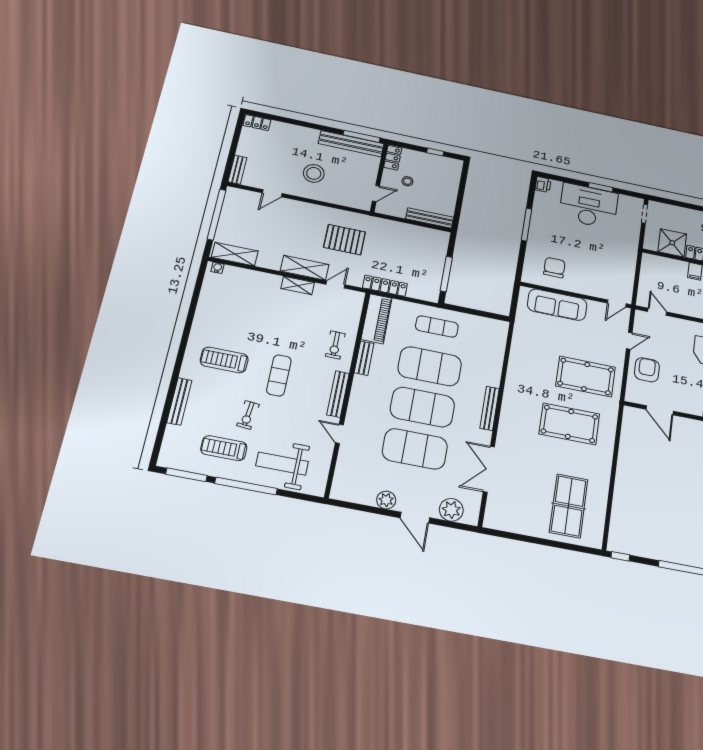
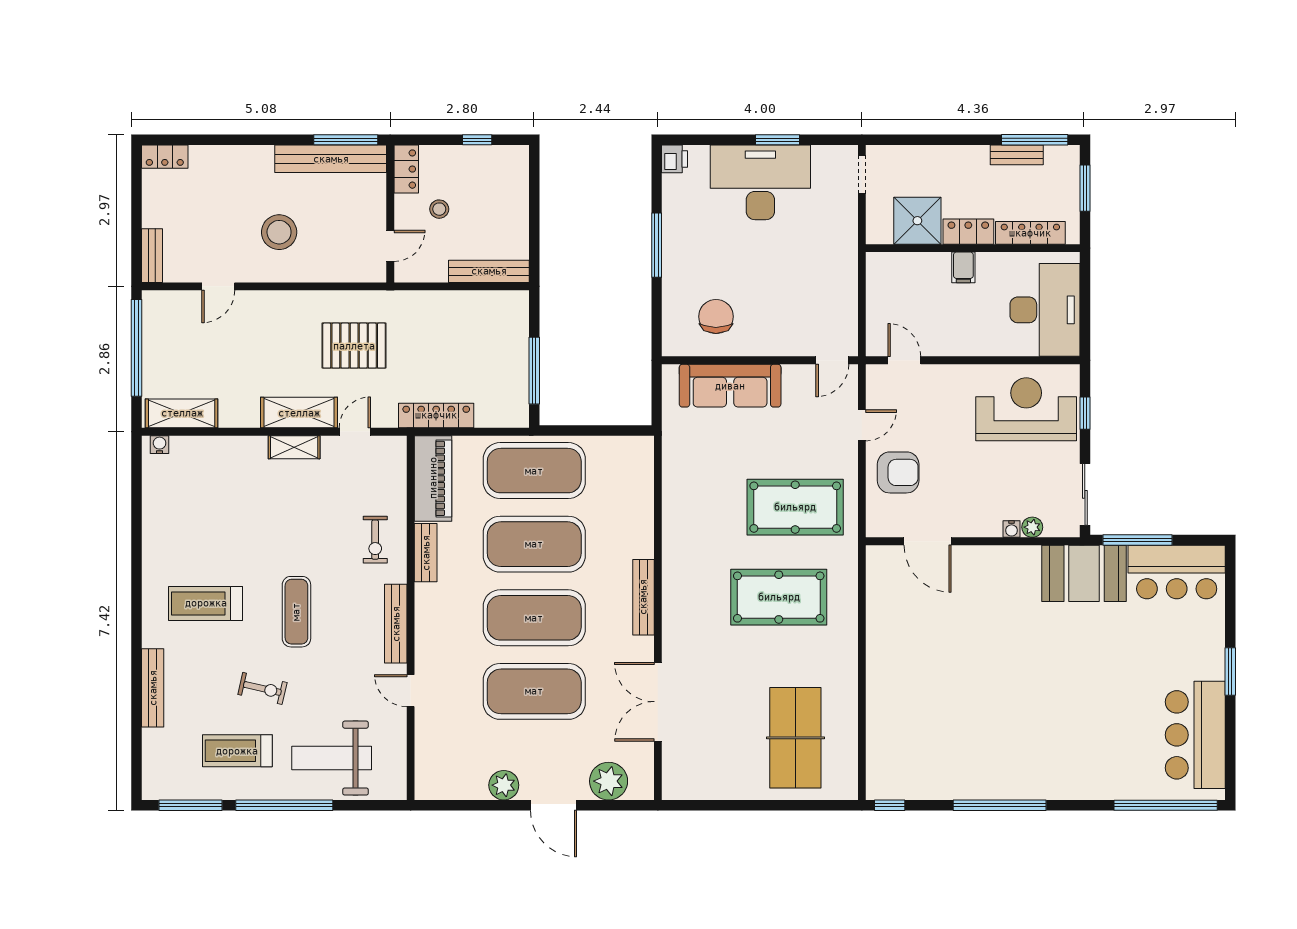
exercise mat: (437, 326) -> (534, 471), width x2.00, depth x1.45
armchair: (647, 370) -> (898, 472), turned 90
exercise bike: (248, 415) -> (262, 688), turned -83

